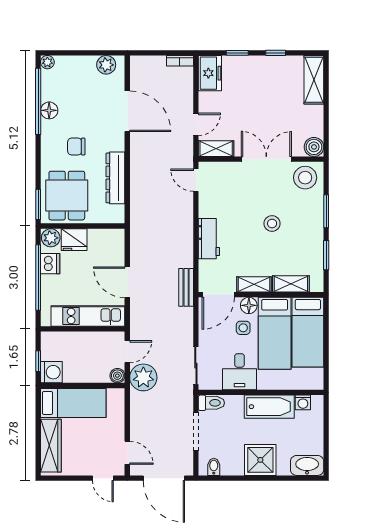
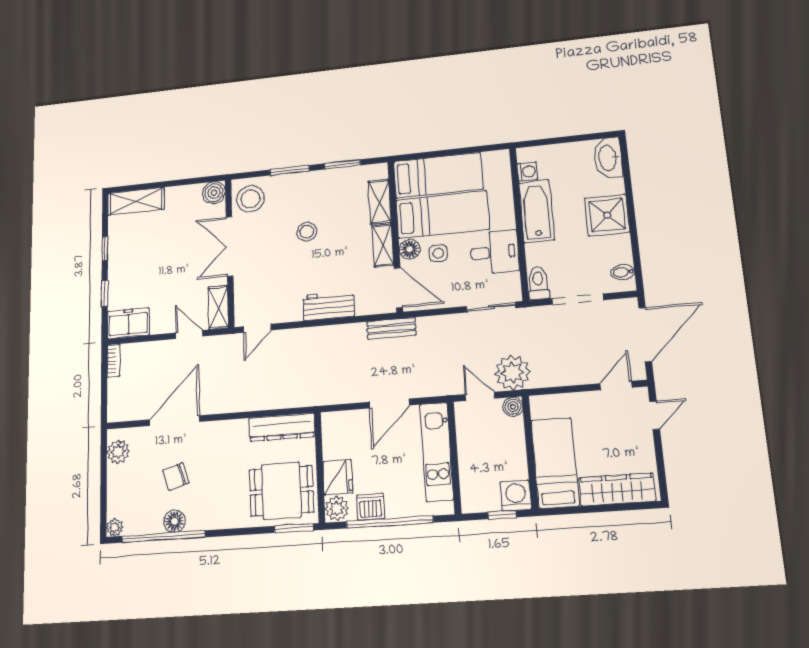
chair: (76, 147) -> (176, 476), moved, turned 73
dresser: (115, 178) -> (282, 427), moved

